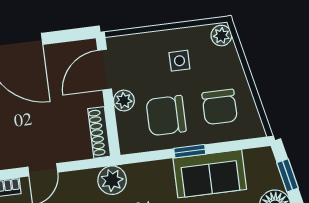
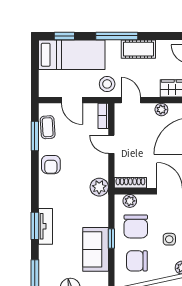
plant: (124, 101) -> (130, 201), moved
chair: (166, 116) -> (136, 226), turned 180

